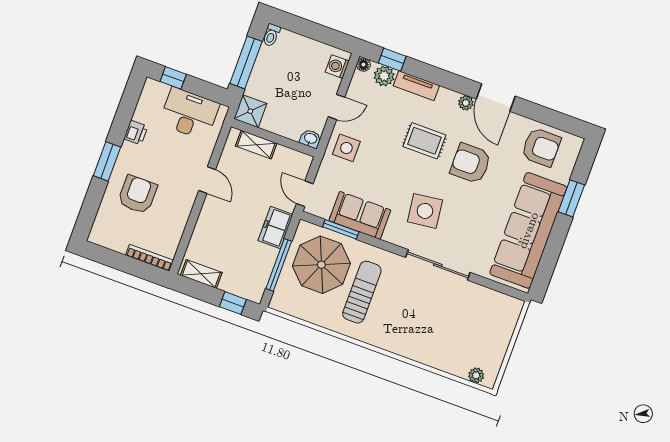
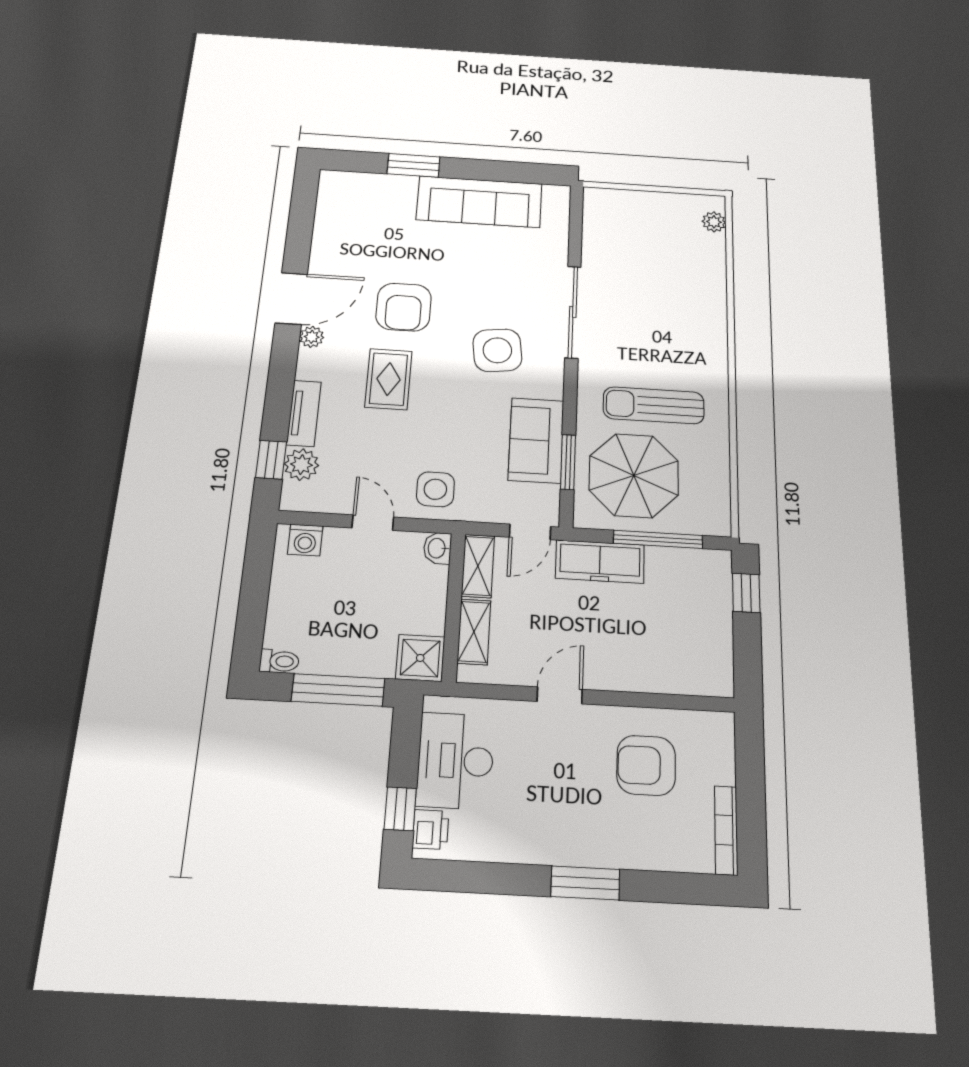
floor lamp: (363, 65) -> (291, 501), removed
printer: (136, 132) -> (431, 830), moved, turned 90
armchair: (541, 147) -> (350, 221), removed
armchair: (137, 194) -> (646, 765), moved
freezer: (276, 227) -> (600, 562), width x1.40
sofa: (528, 230) -> (479, 202), width x0.74, depth x0.79
bookcase: (149, 258) -> (726, 830), moved
shelving: (201, 274) -> (478, 566), moved

